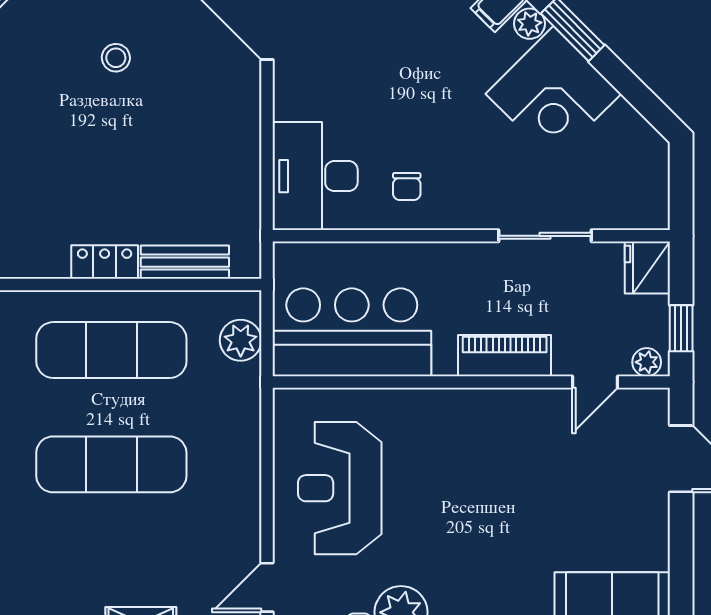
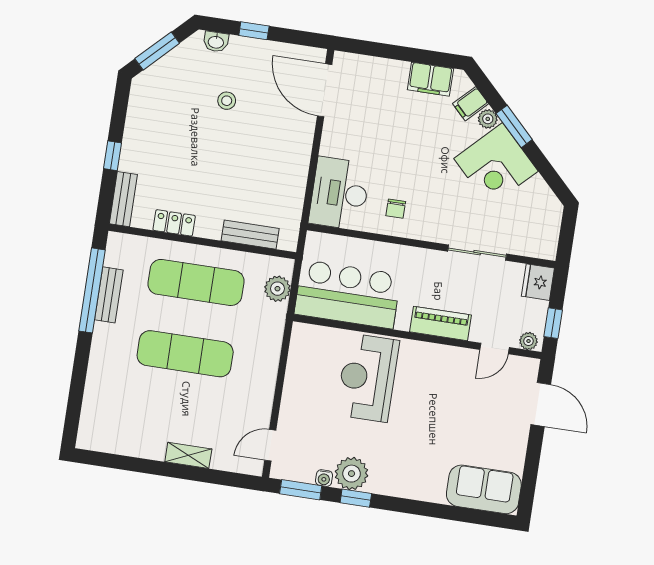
locker: (105, 262) -> (174, 223), moved
reception desk: (340, 488) -> (368, 378), moved

